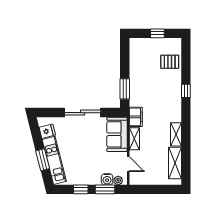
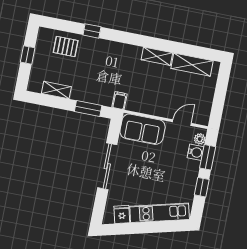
pallet: (170, 62) -> (66, 46), turned 90
window: (186, 91) -> (92, 31), moved
filing cabinet: (136, 117) -> (120, 101), width x0.50
shelving: (134, 139) -> (56, 90), moved
window: (43, 160) -> (156, 227), removed

